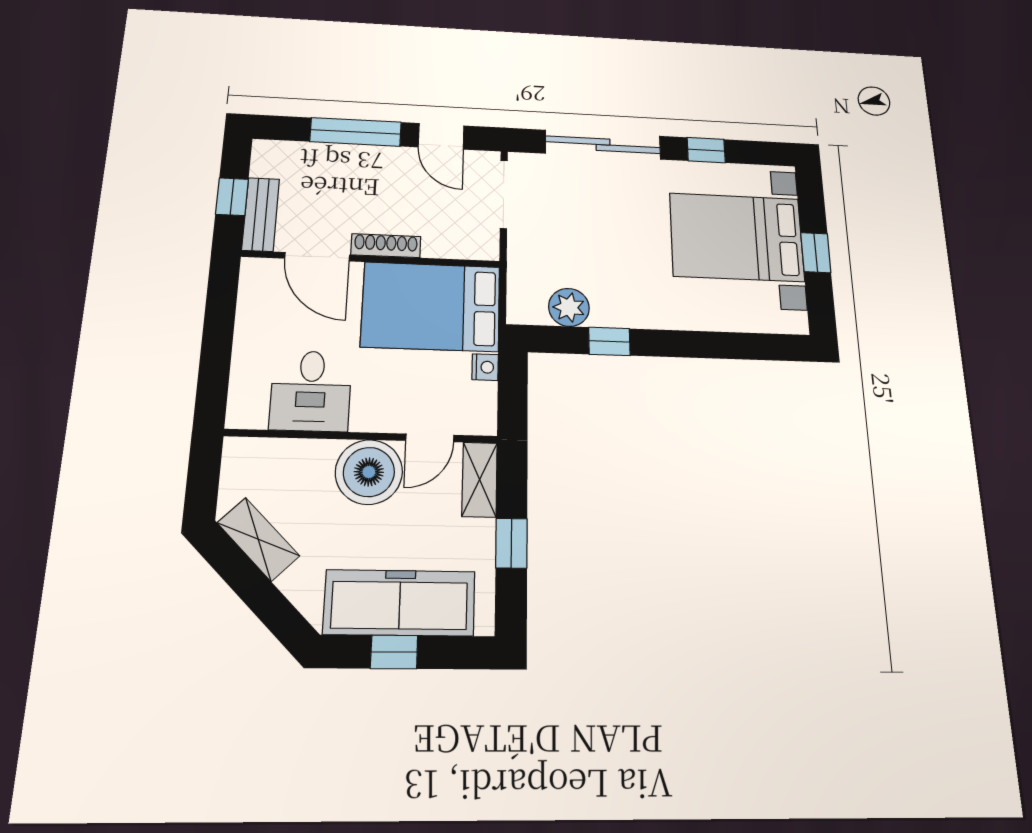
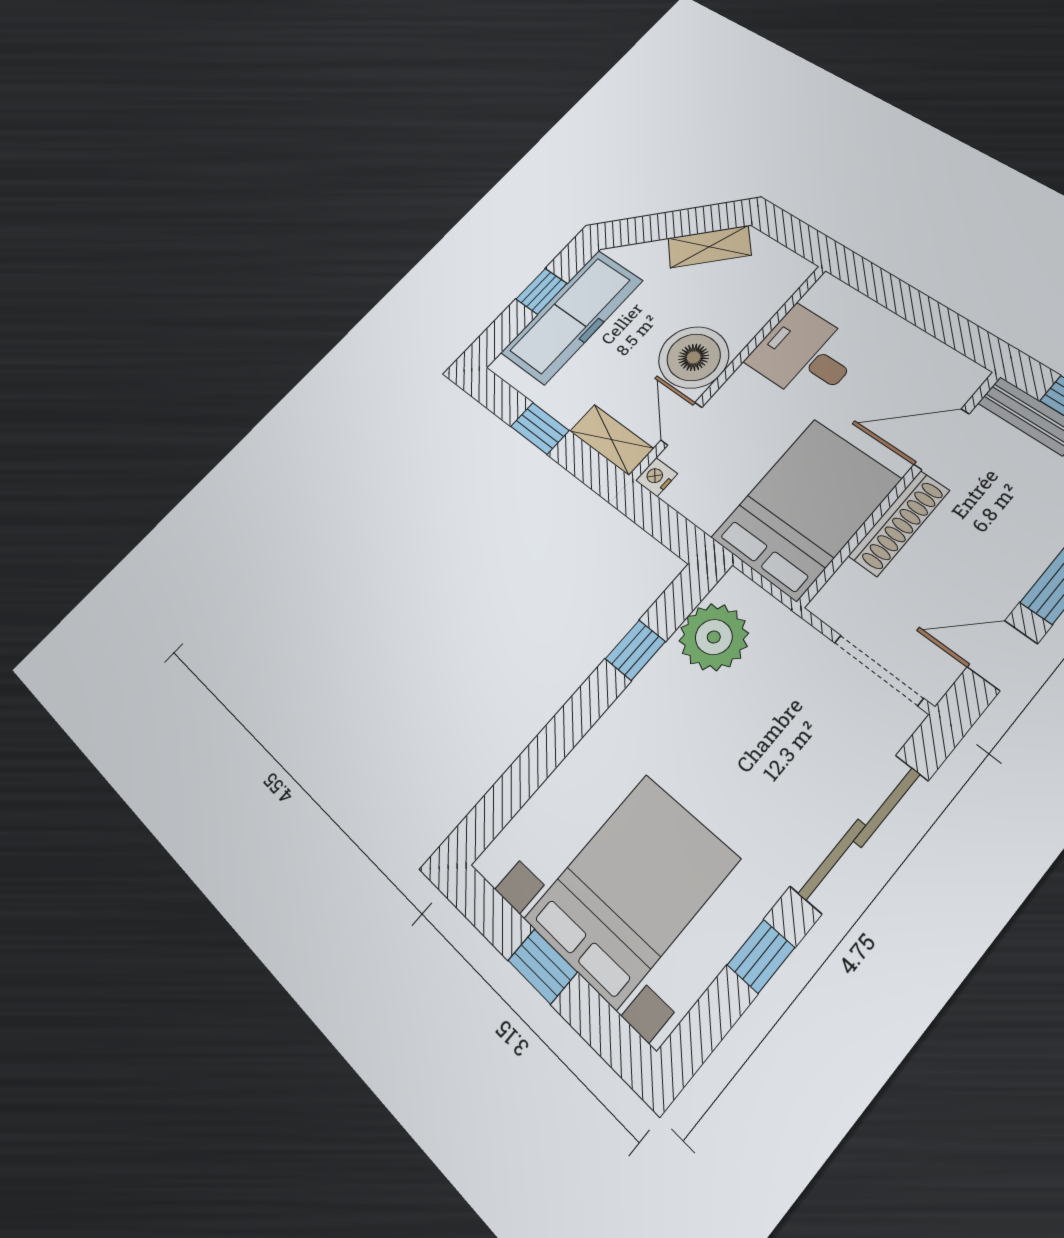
shoe rack: (386, 246) -> (899, 523), width x1.36, depth x1.24
plant: (569, 307) -> (714, 637), width x1.36, depth x1.36
nightstand: (485, 367) -> (656, 477), moved, turned 90

